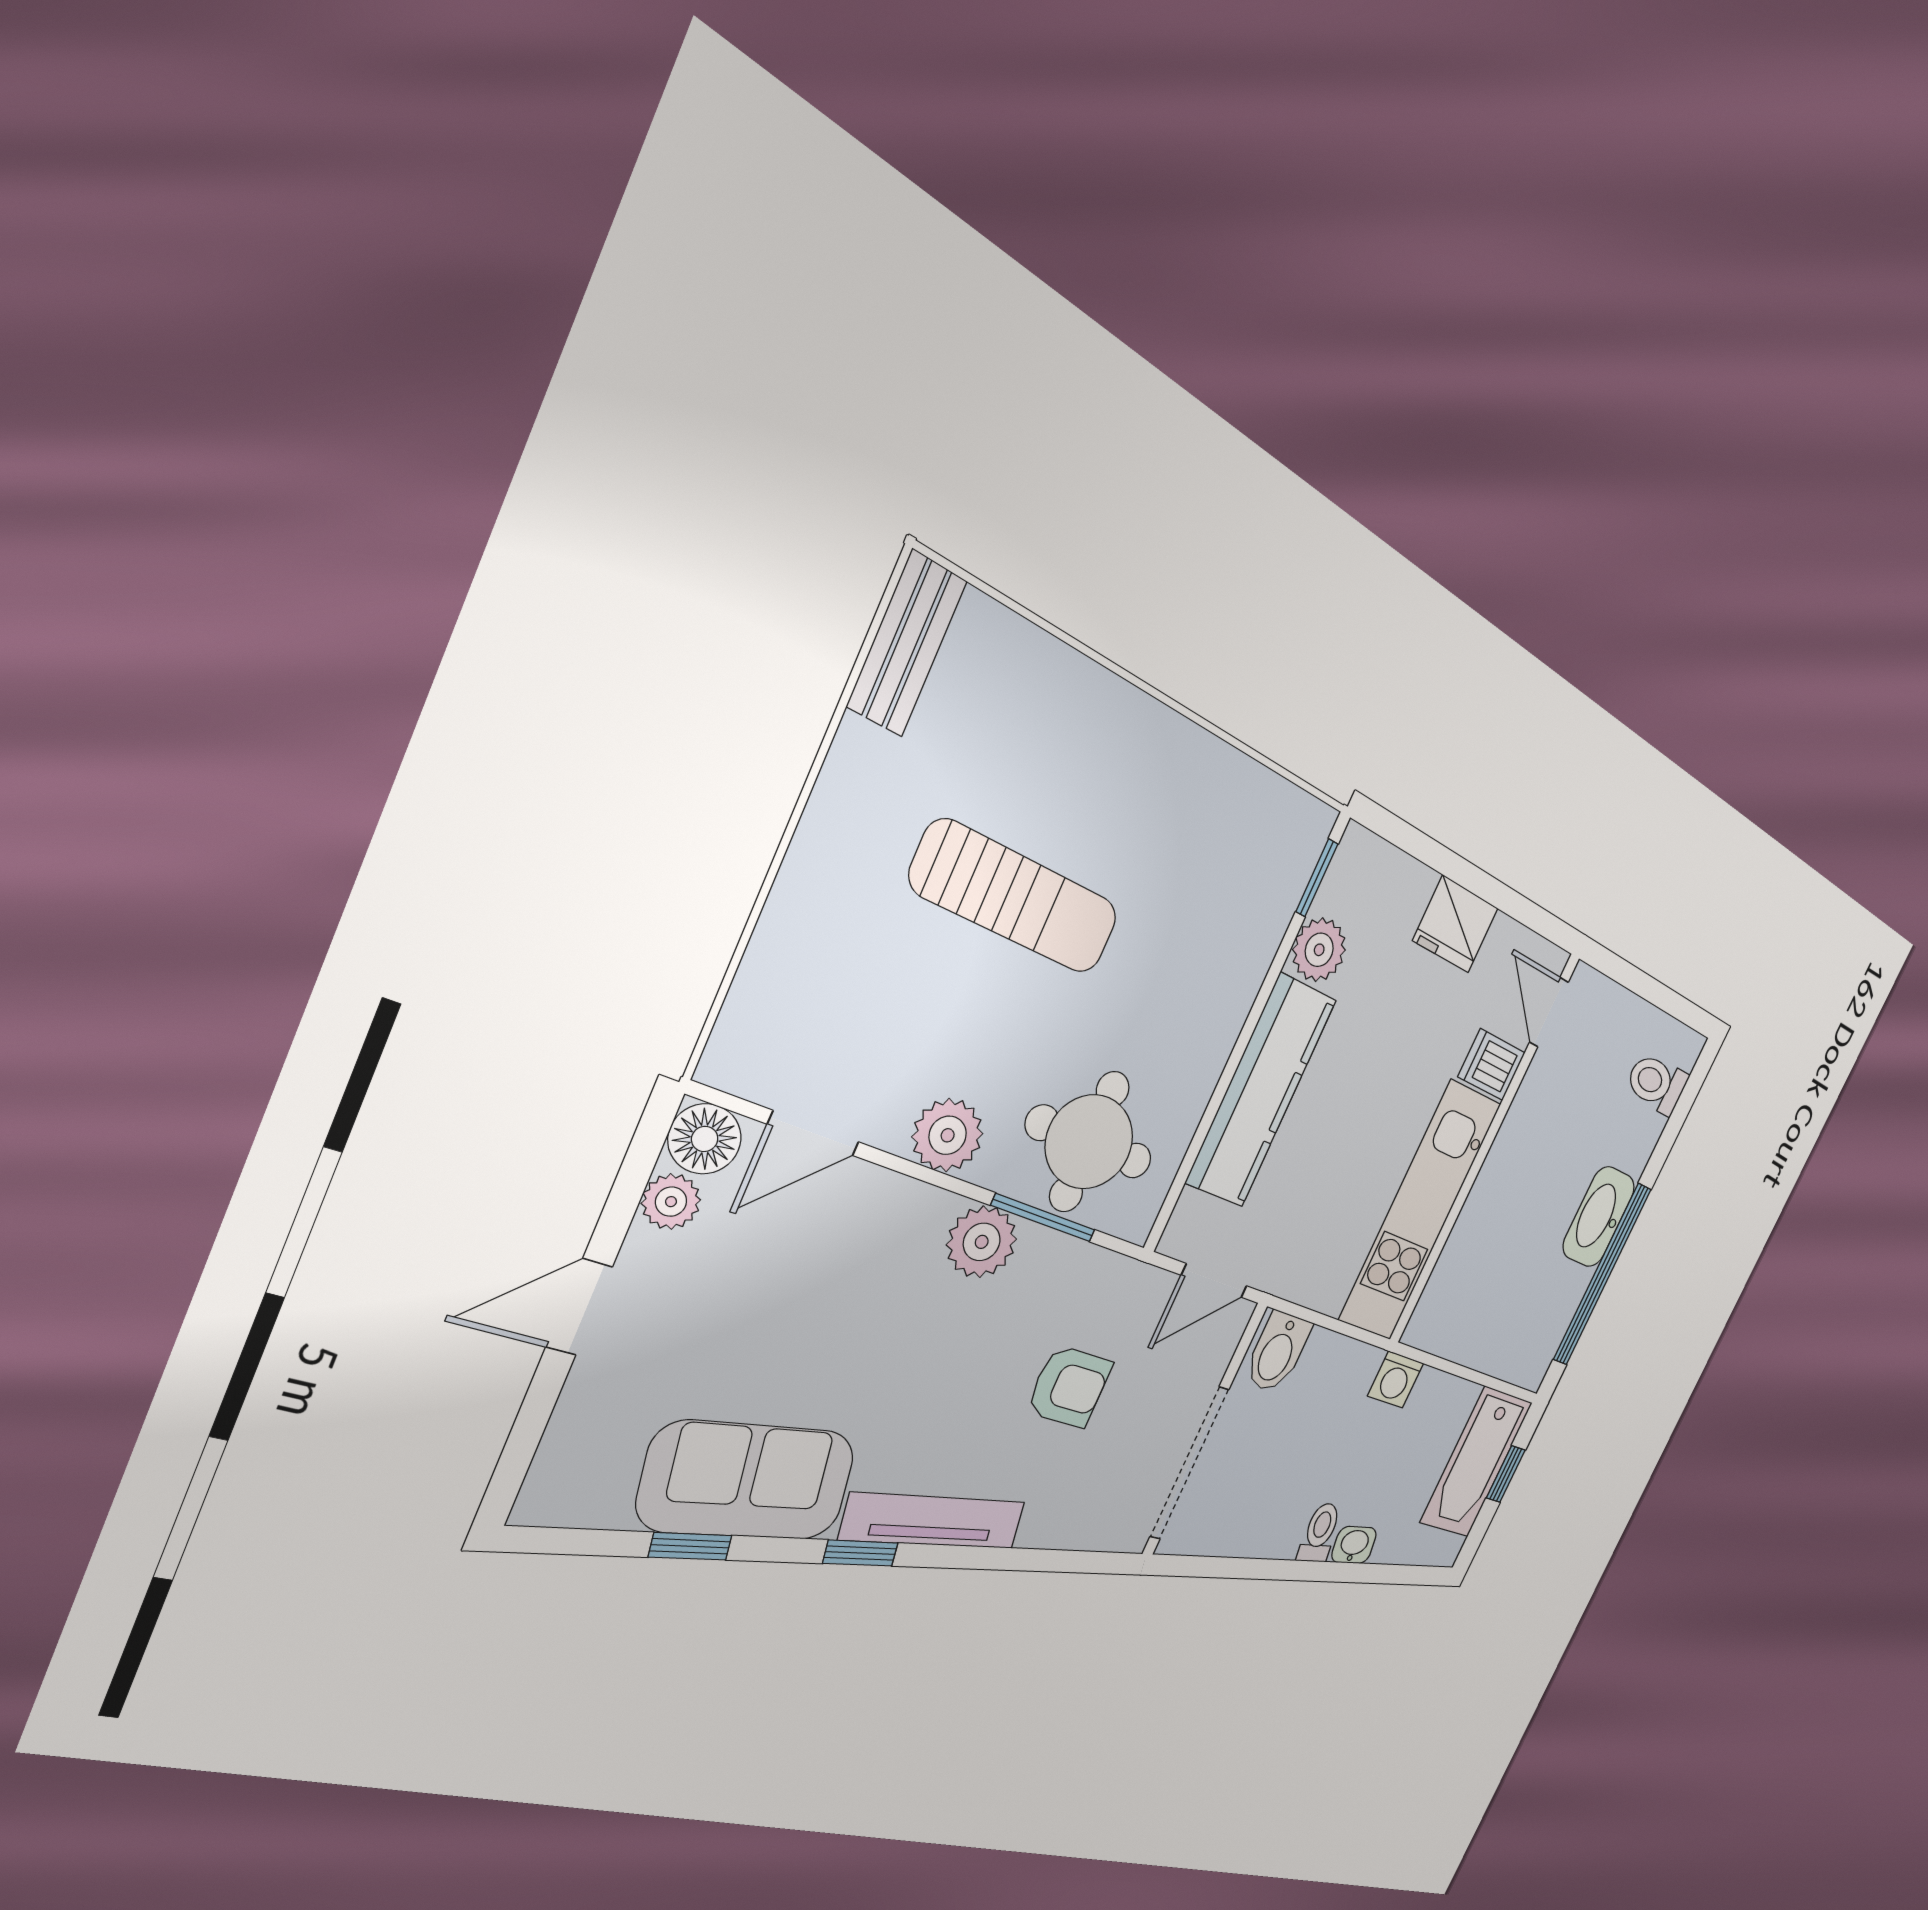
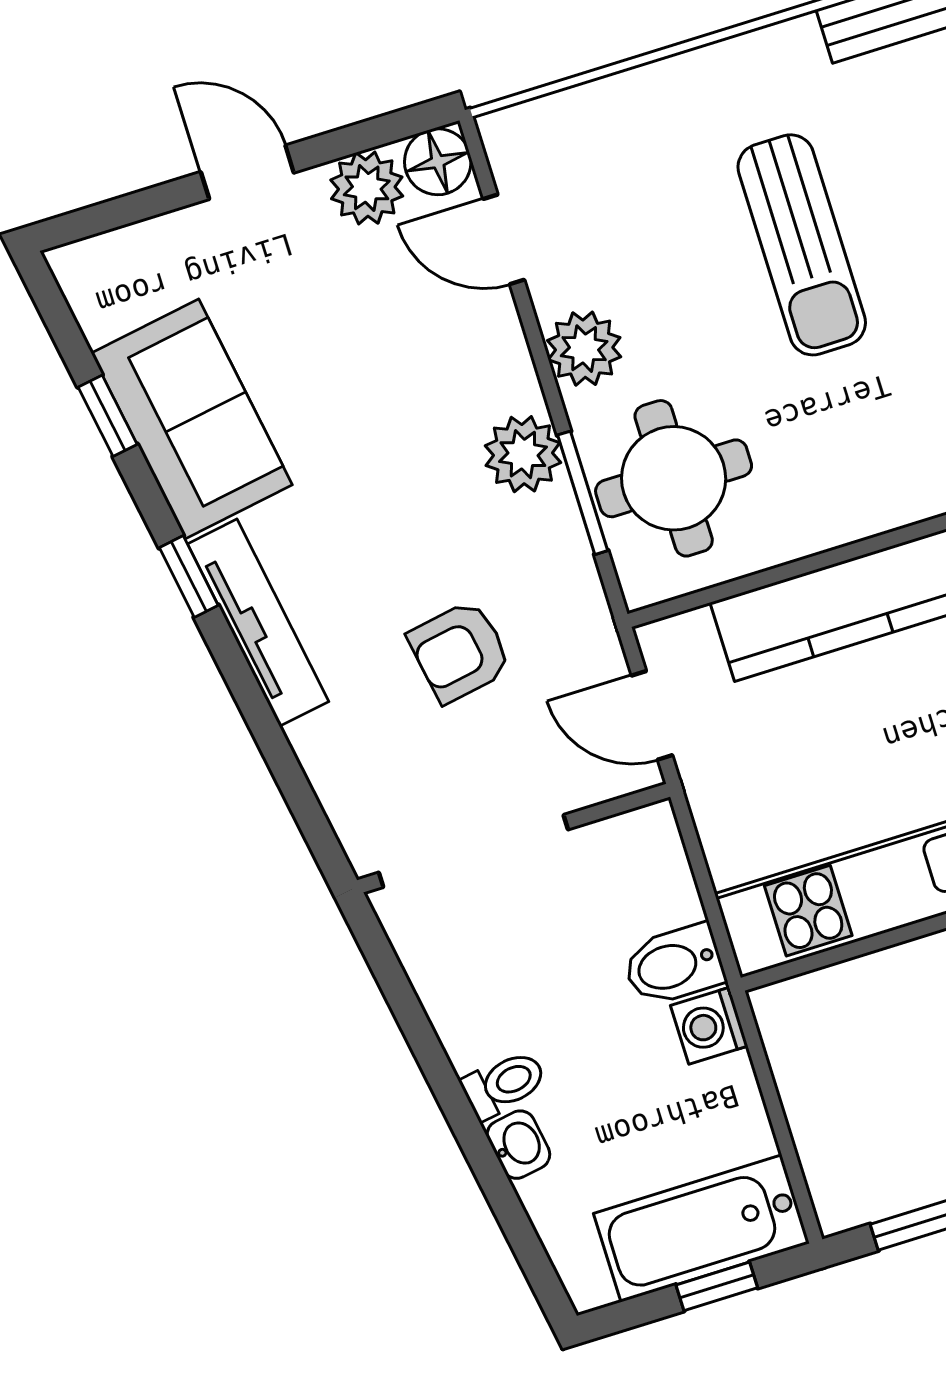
plant: (671, 1202) -> (367, 188), width x1.38, depth x1.38
bidet: (1277, 1352) -> (674, 965), moved
armchair: (1069, 1387) -> (460, 652), turned 80

